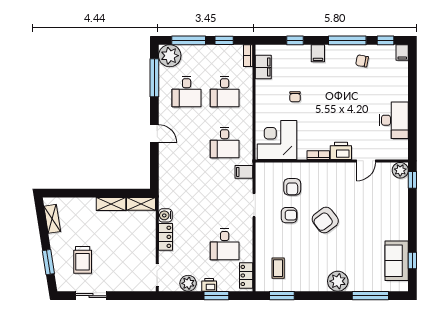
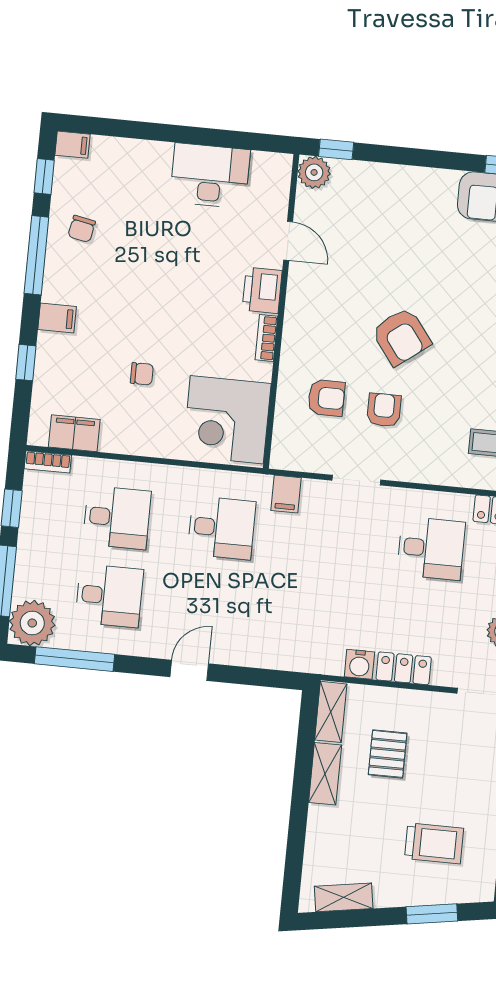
pallet: (123, 233) -> (388, 754), added

